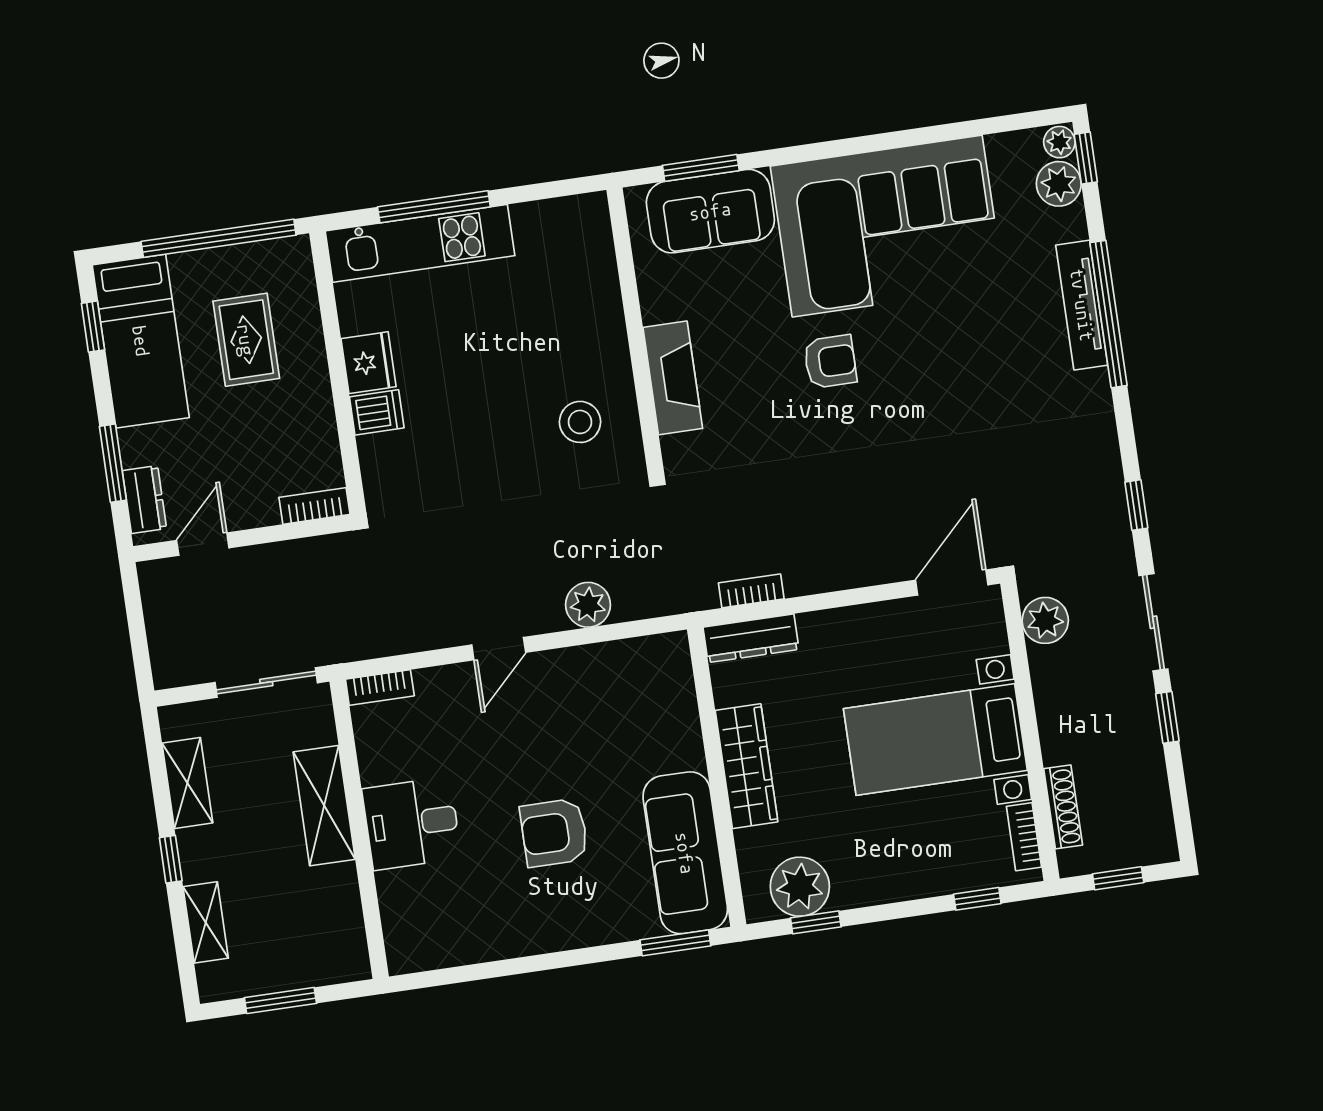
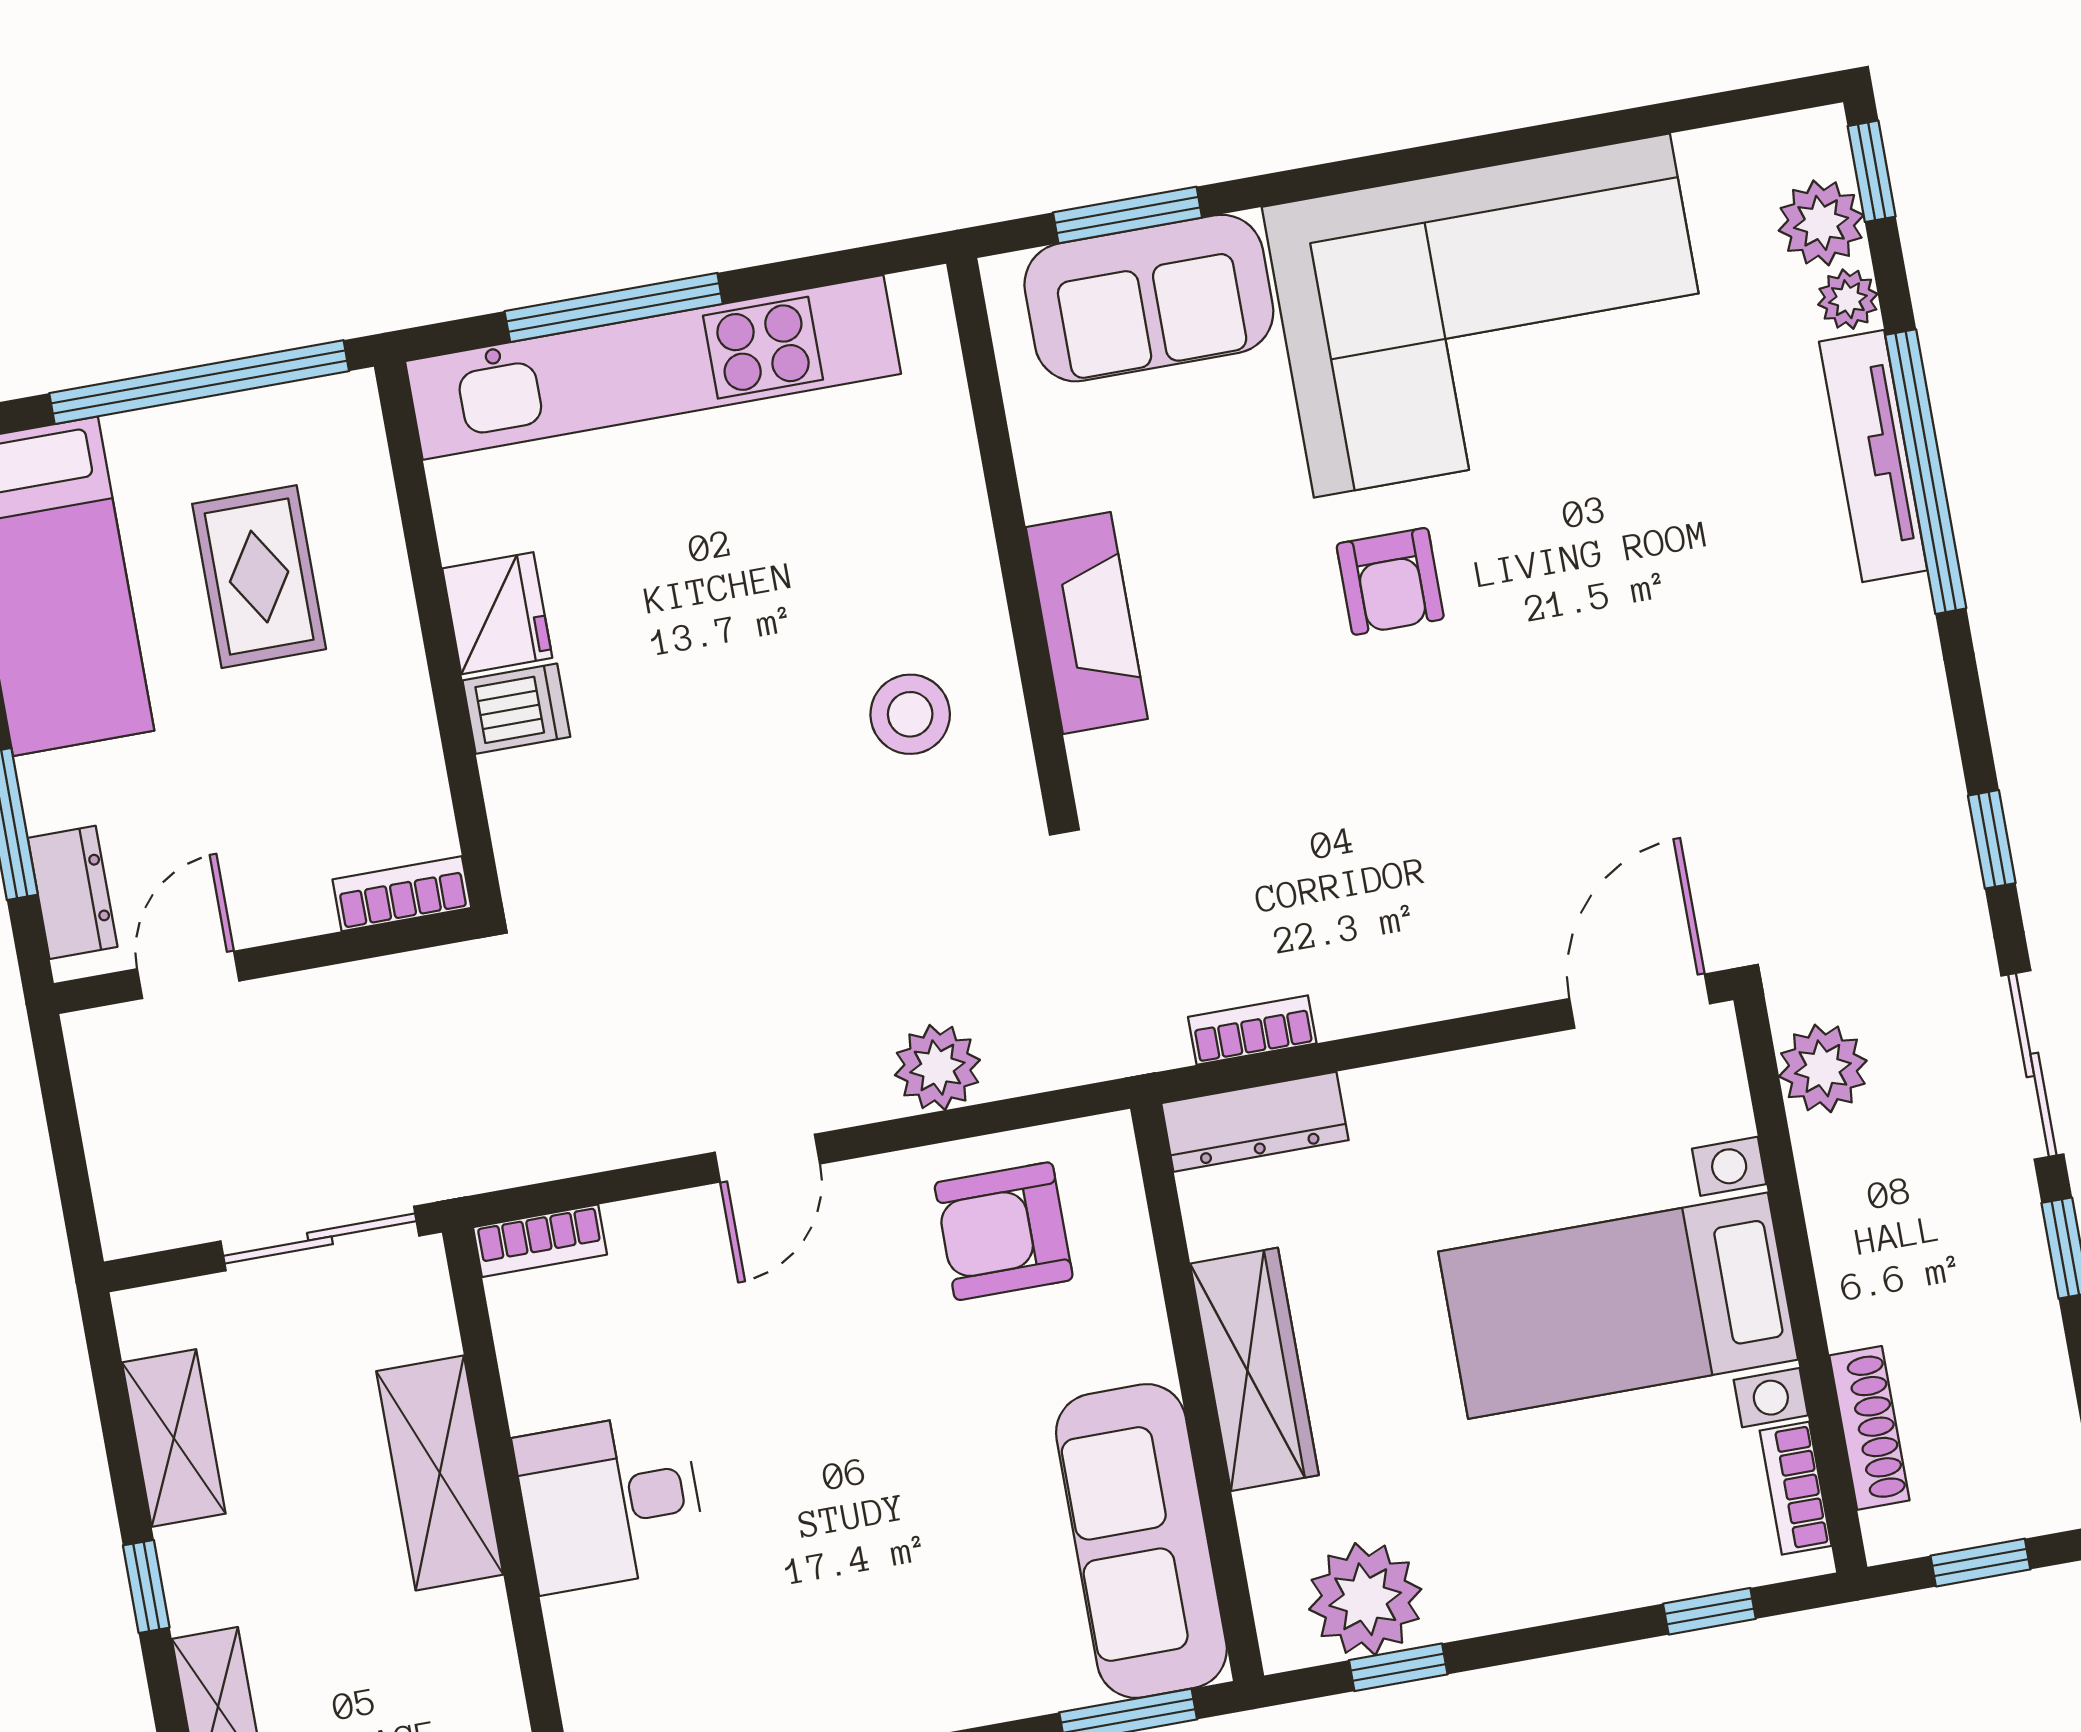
plant: (1059, 142) -> (1848, 299), moved
kitchen unit: (420, 243) -> (653, 367), width x1.36
armchair: (830, 362) -> (1390, 581), turned 90
armchair: (554, 833) -> (1004, 1231), moved

